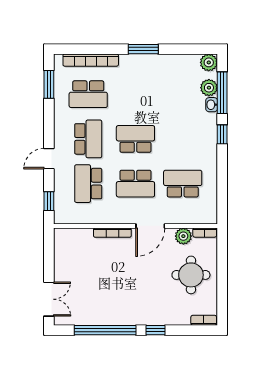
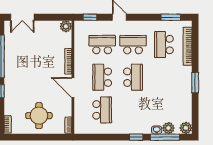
school desk: (88, 139) -> (133, 45), turned 180
plant: (183, 236) -> (66, 26), moved

